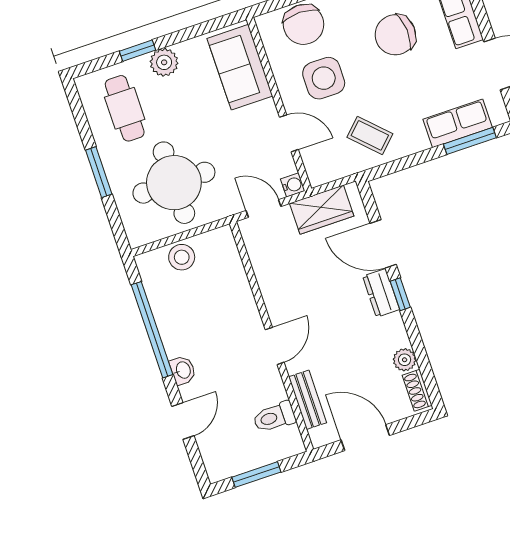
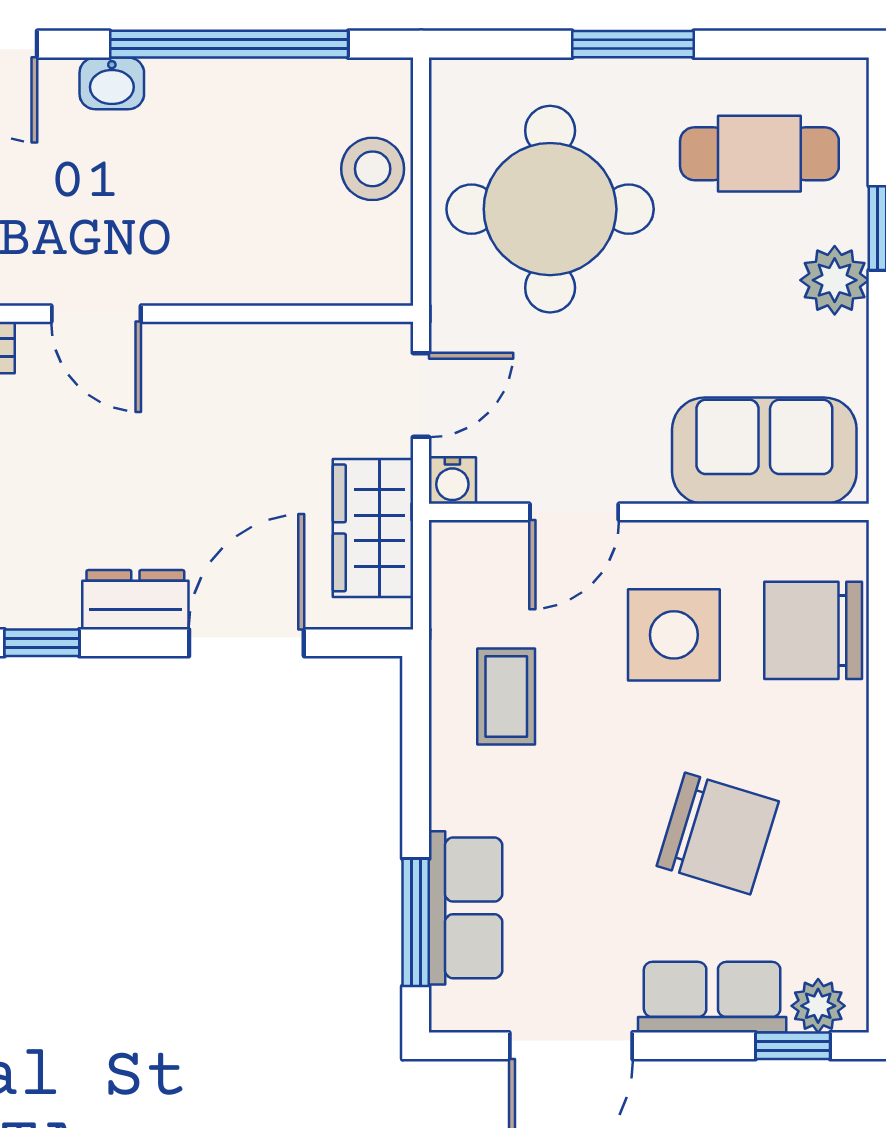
chair: (395, 35) -> (718, 834), turned 111
coffee table: (370, 135) -> (506, 696), turned -45
window: (400, 294) -> (42, 643), moved

